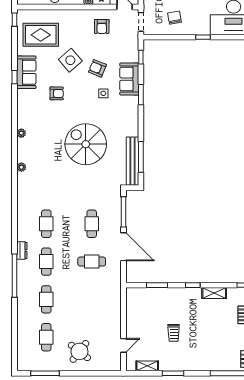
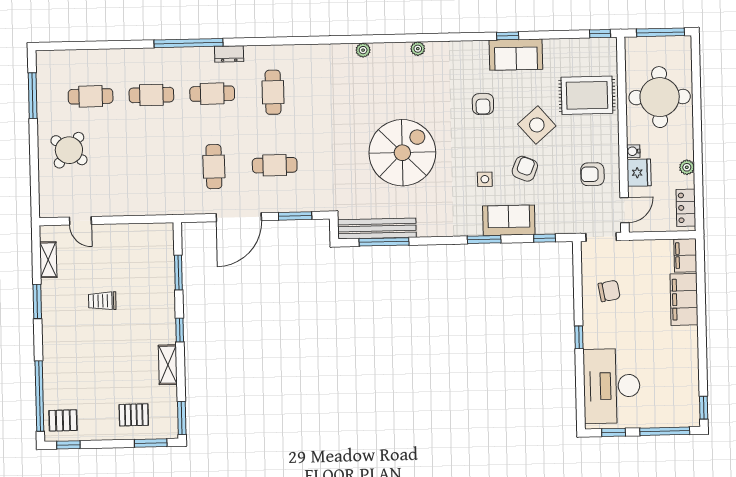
rug: (41, 35) -> (587, 95), moved, turned 90
window: (123, 212) -> (295, 216), width x0.69
cafe table: (46, 224) -> (273, 92), turned 90

